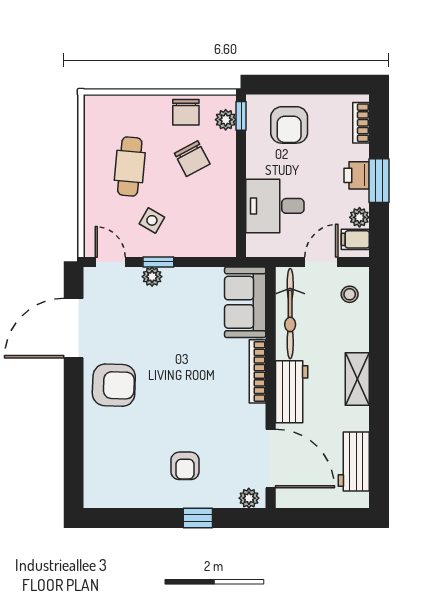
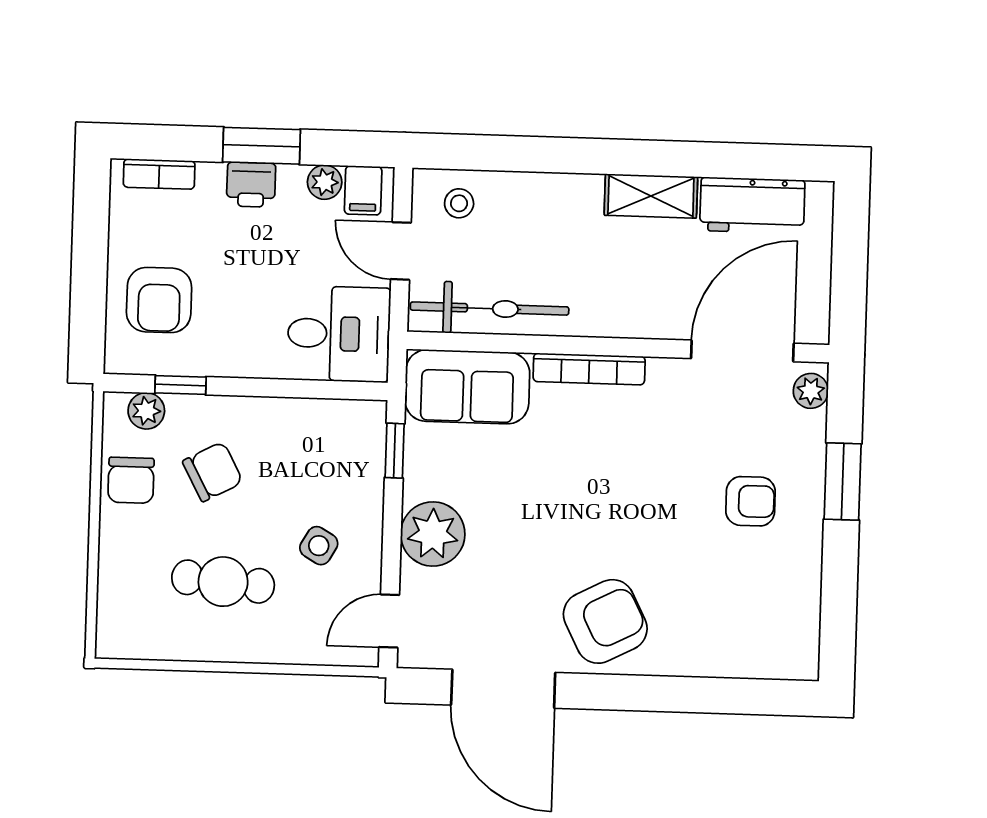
chair: (186, 112) -> (131, 480), turned 90
window: (241, 116) -> (180, 385), moved
armchair: (289, 125) -> (159, 300), turned 90
desk: (275, 206) -> (339, 334), moved, turned -90
window: (158, 262) -> (395, 451), moved
plant: (152, 277) -> (433, 534), width x1.88, depth x1.88
shelving: (357, 379) -> (651, 196), moved
armchair: (114, 385) -> (605, 621), turned 61
workbench: (292, 392) -> (627, 310), removed
window: (198, 518) -> (843, 481), width x1.50

